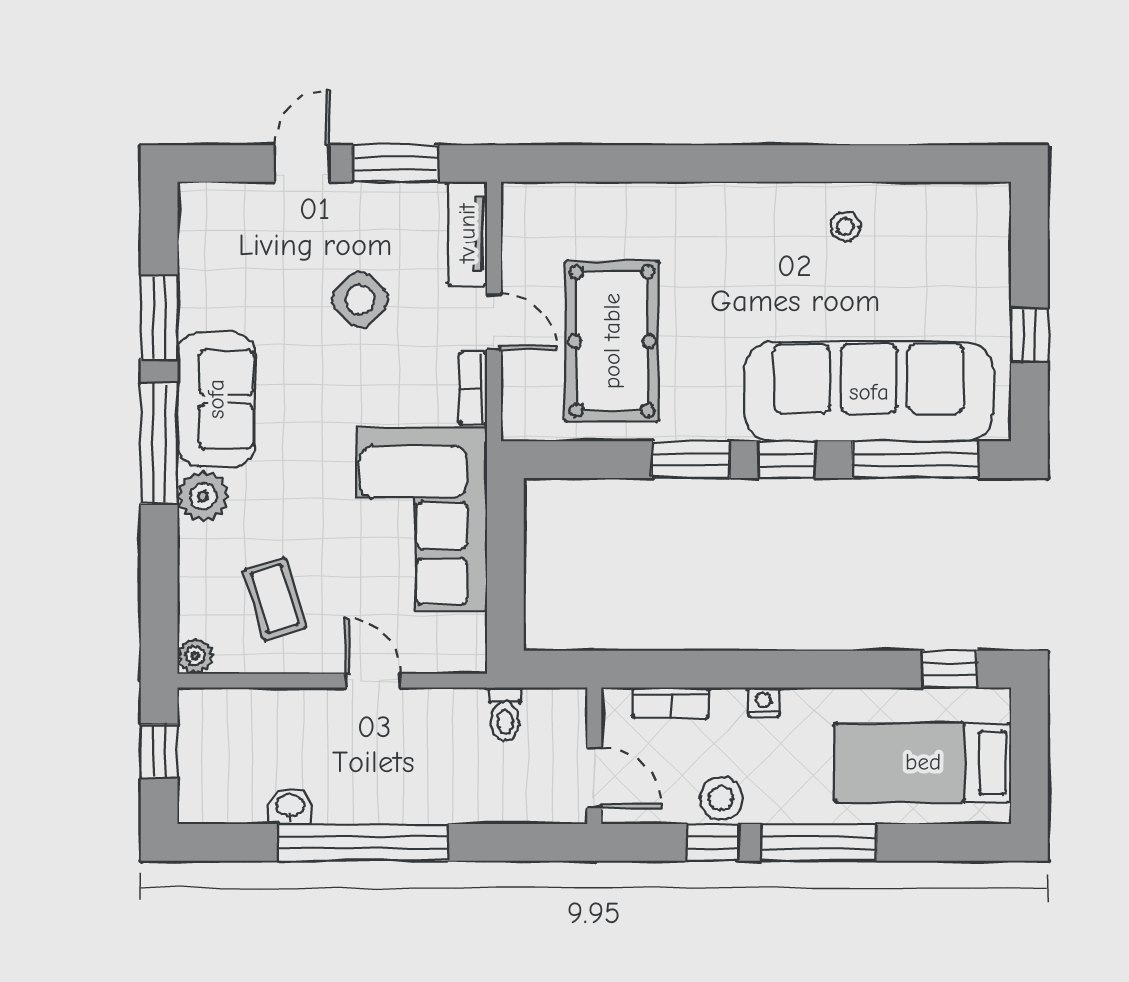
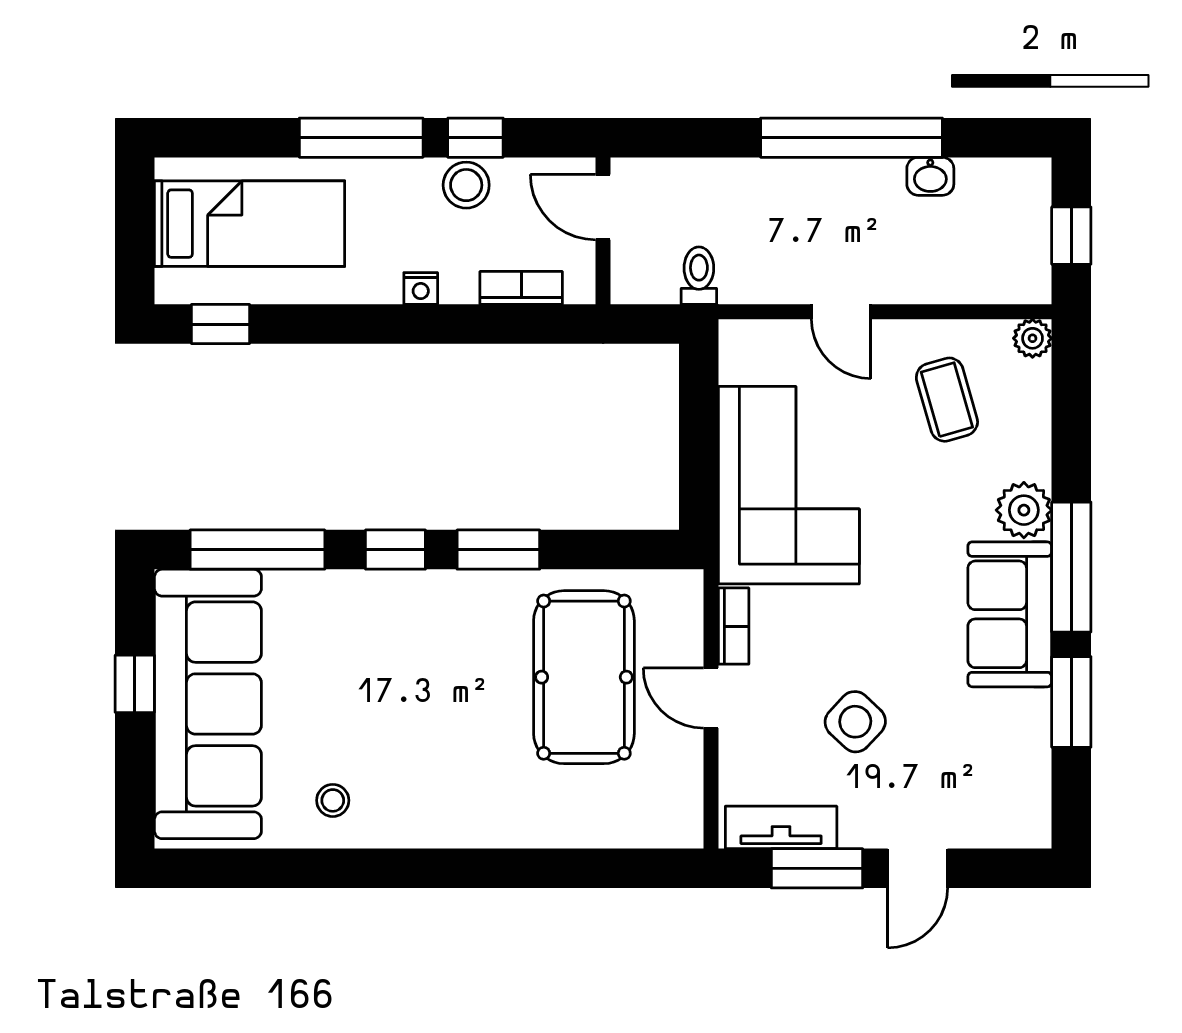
tv unit: (467, 233) -> (781, 827), moved, turned -90
sofa: (869, 392) -> (208, 704), moved, turned -90

